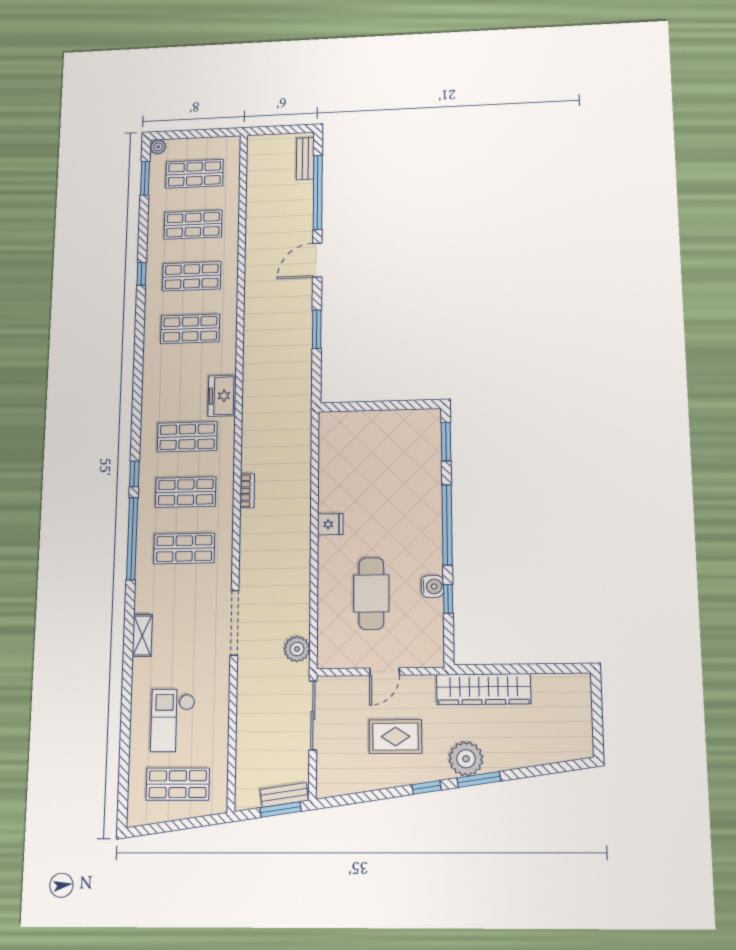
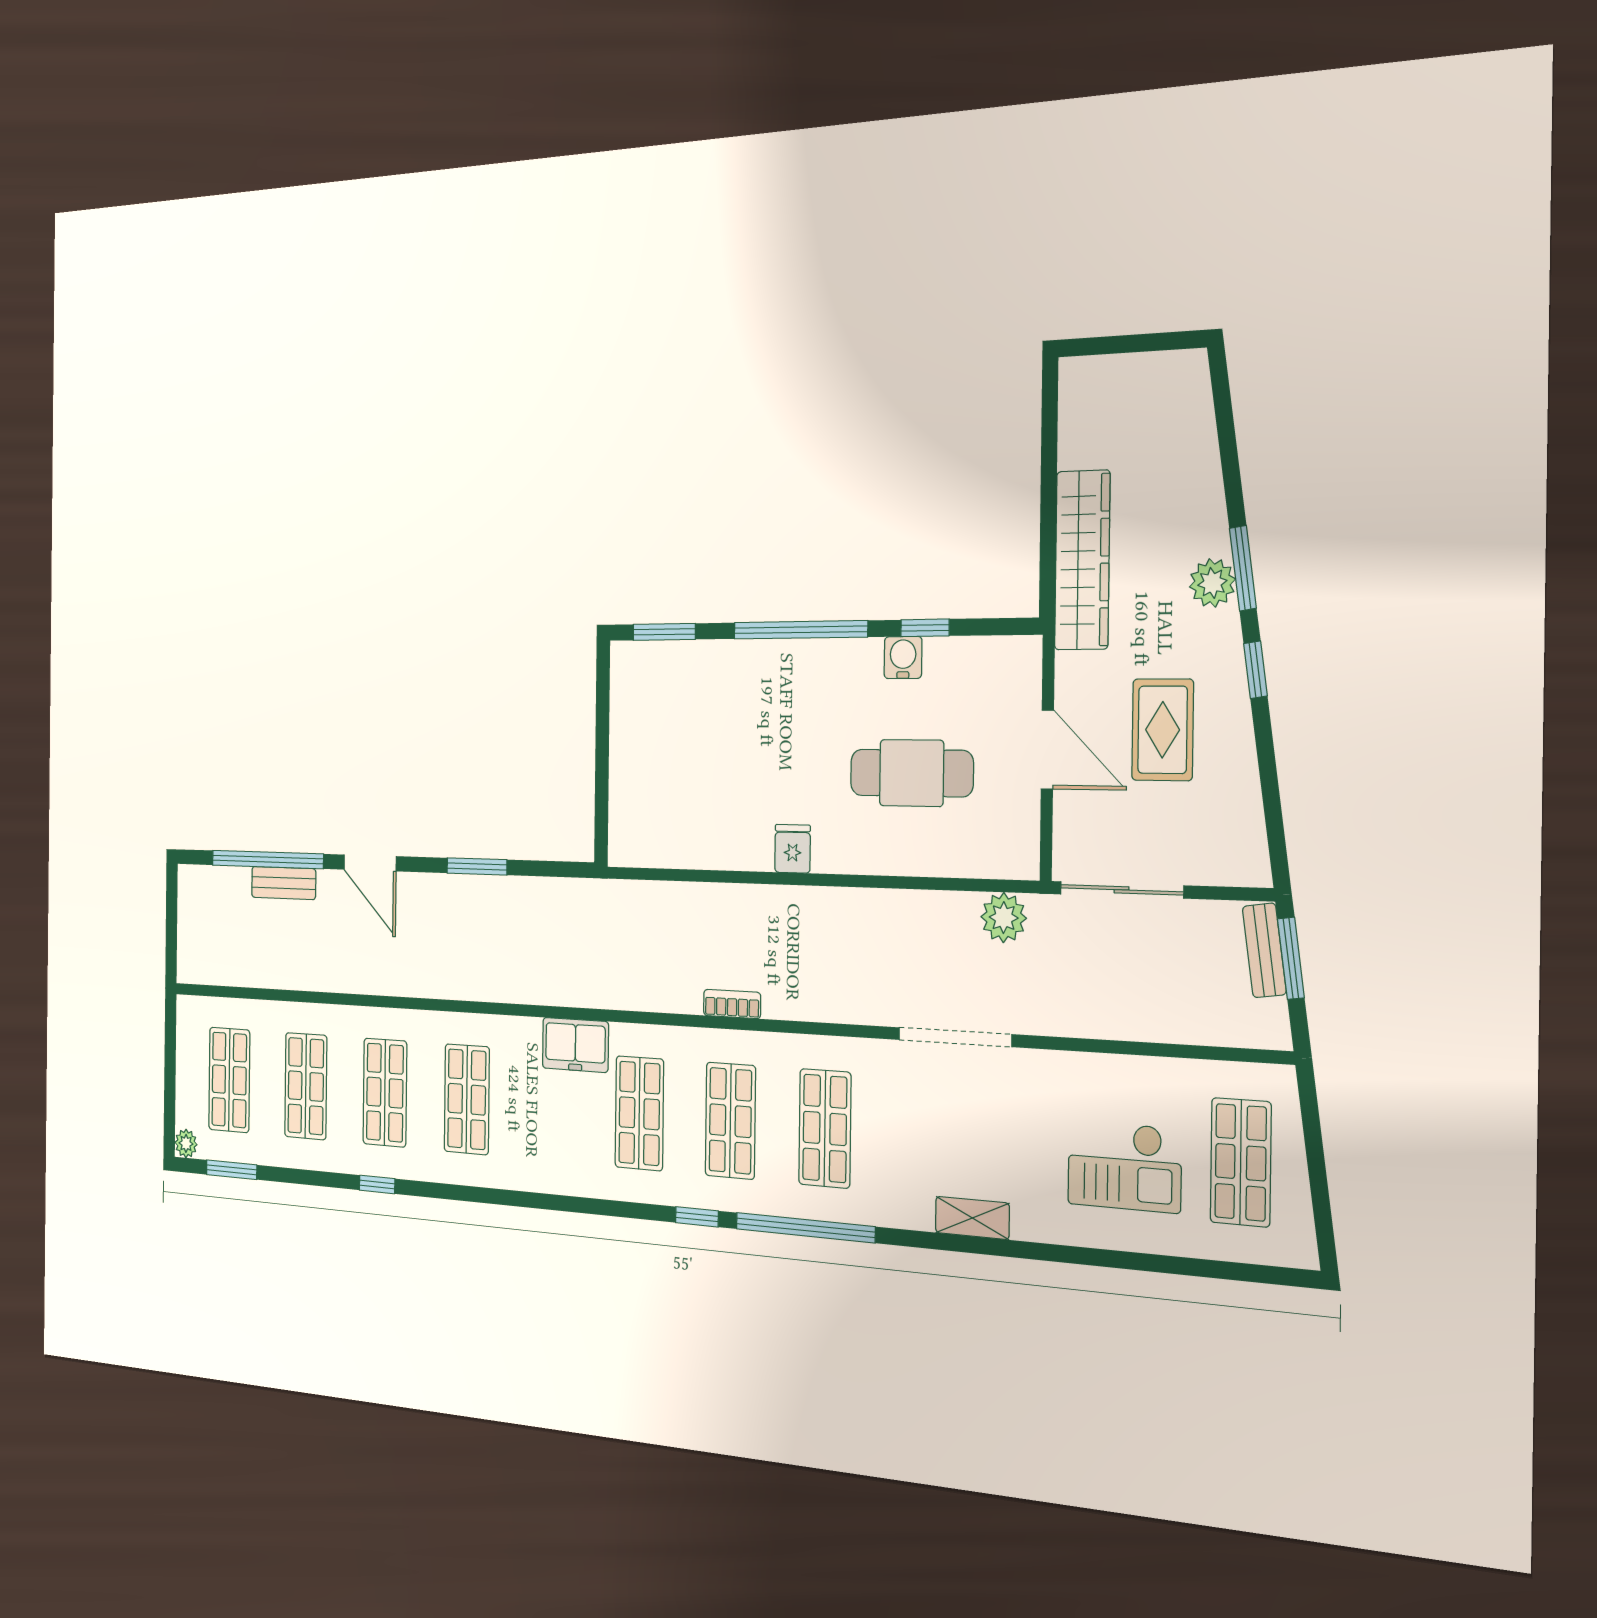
bench: (305, 159) -> (284, 883), moved
door: (385, 672) -> (1047, 750), width x1.38
plant: (466, 759) -> (1212, 583), width x0.73, depth x0.73

